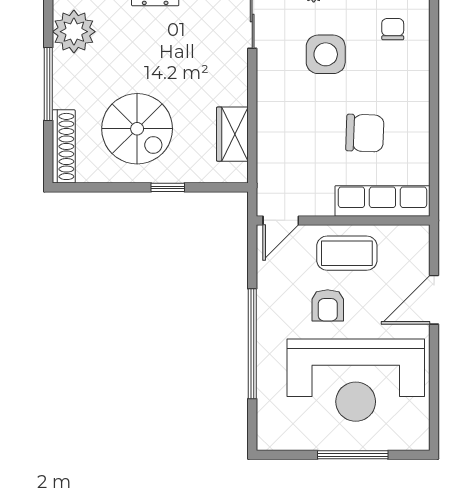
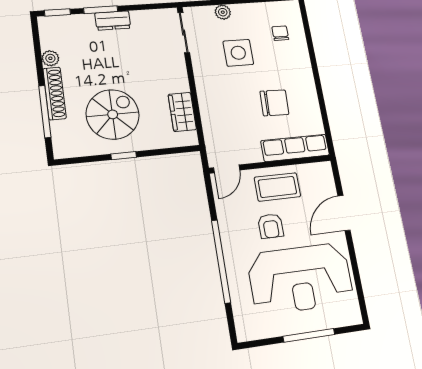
plant: (74, 32) -> (50, 58), width x0.53, depth x0.53
window: (48, 84) -> (45, 111), moved
spiral stairs: (137, 129) -> (113, 114), turned -90
shoe rack: (64, 146) -> (55, 93), moved
window: (168, 187) -> (124, 156), moved

